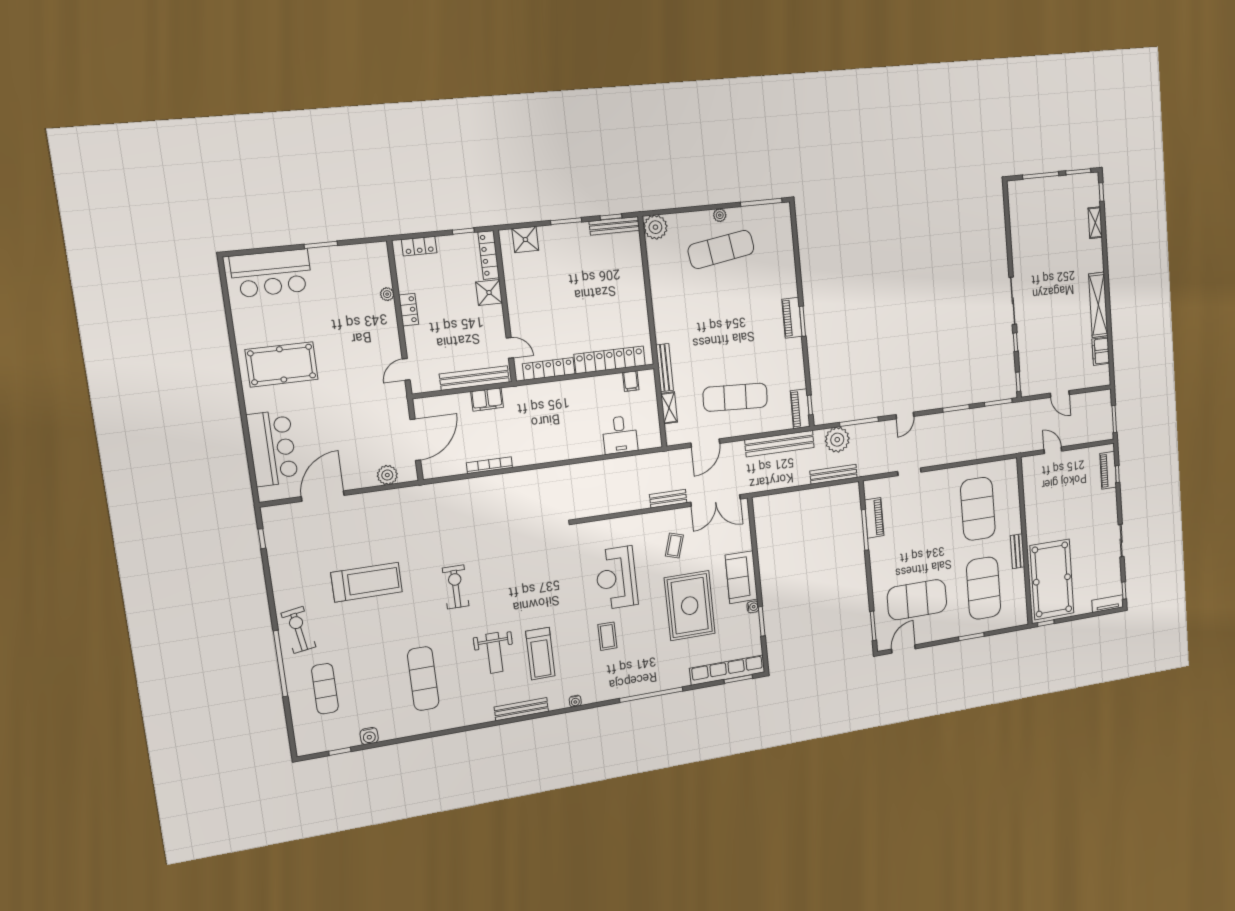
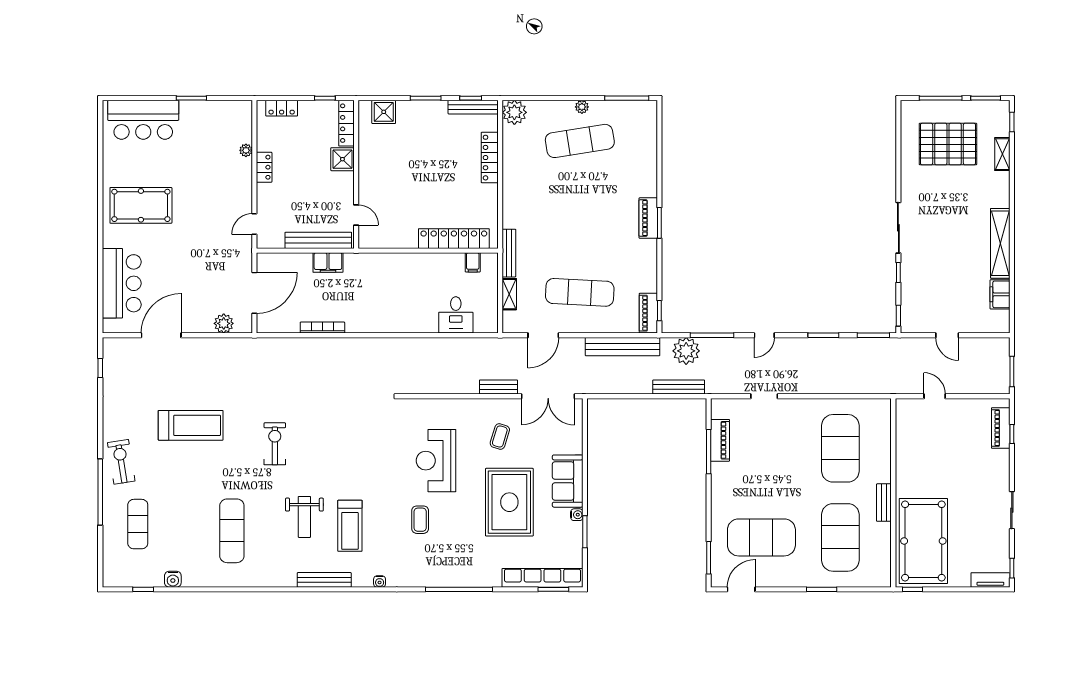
pallet: (1050, 218) -> (948, 144), added
locker: (549, 369) -> (490, 158), moved, turned -90

